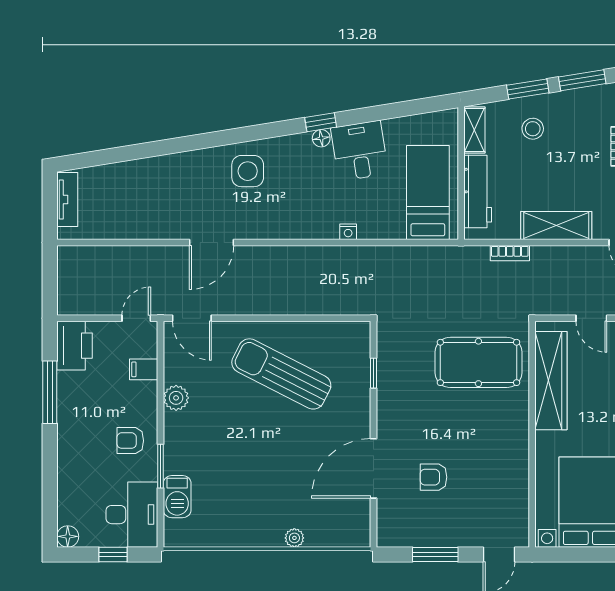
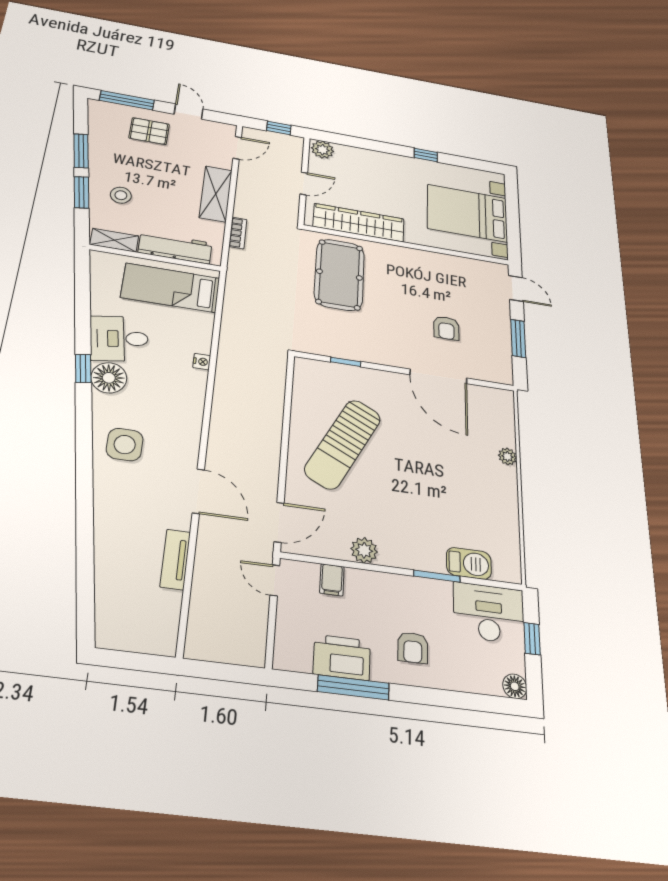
floor lamp: (321, 138) -> (109, 378), width x1.89, depth x1.89
tv unit: (67, 199) -> (175, 559), moved, turned -90
printer: (74, 346) -> (342, 657), moved
armchair: (130, 441) -> (413, 648), moved

